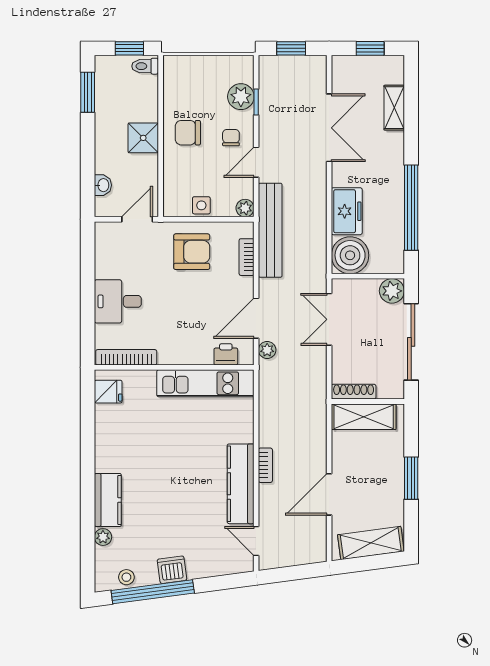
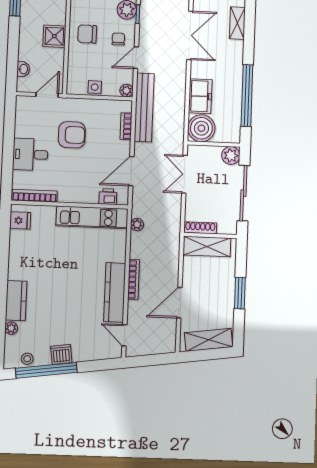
armchair: (192, 252) -> (72, 135), moved
plant: (267, 350) -> (137, 225), moved
bookcase: (265, 465) -> (134, 279), width x1.56

